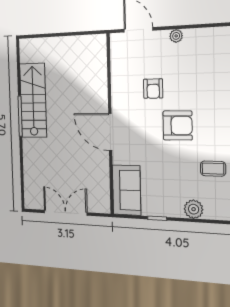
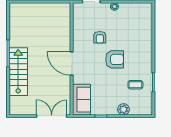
stairs: (33, 100) -> (18, 72), moved
double door: (65, 213) -> (52, 116), moved

